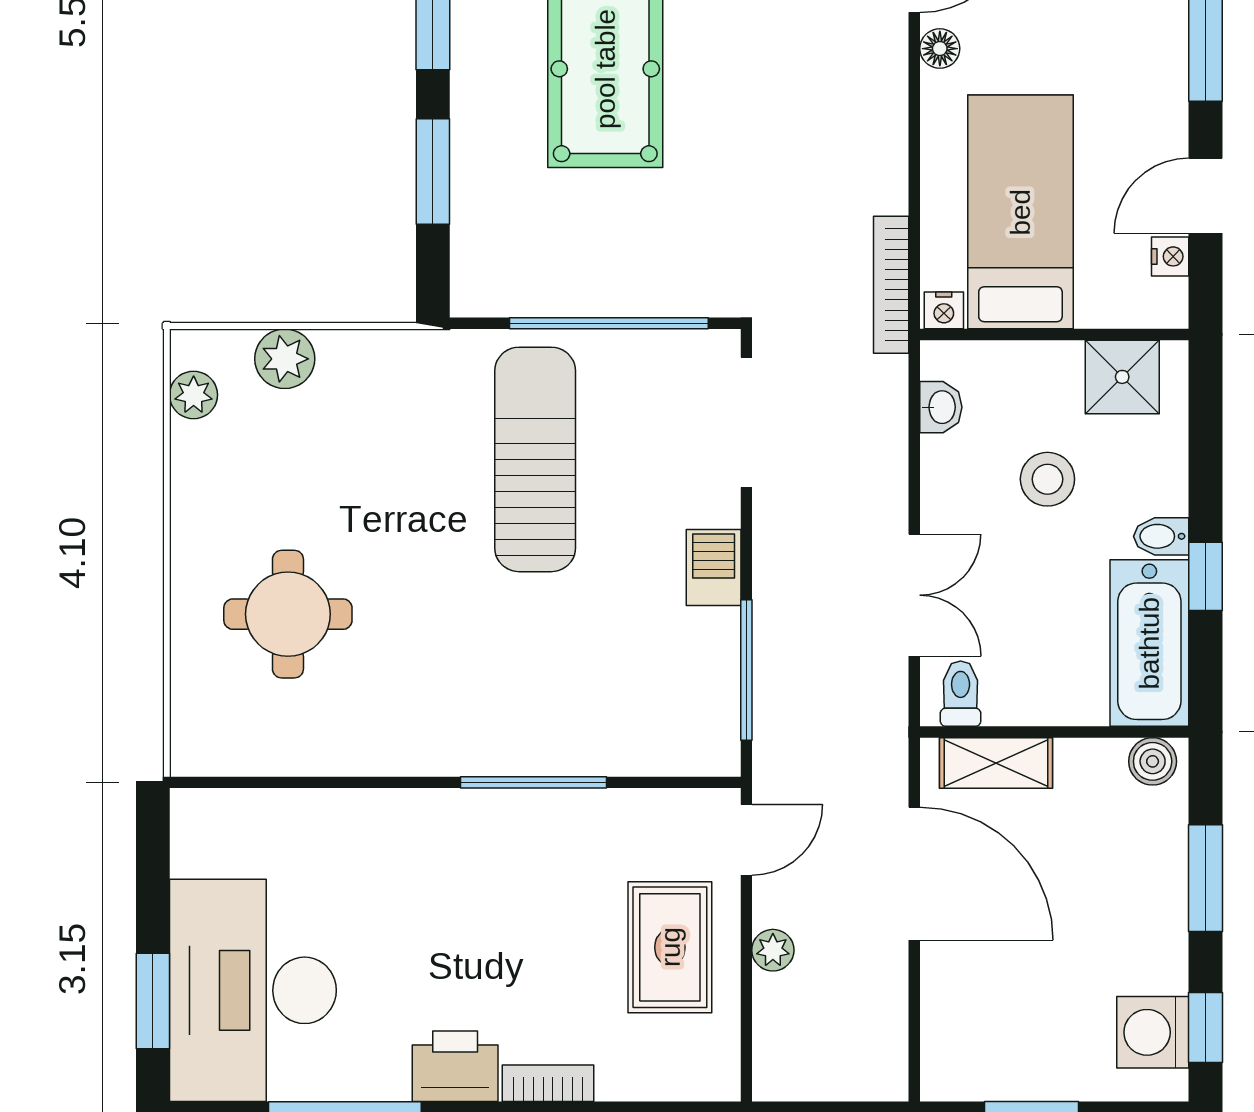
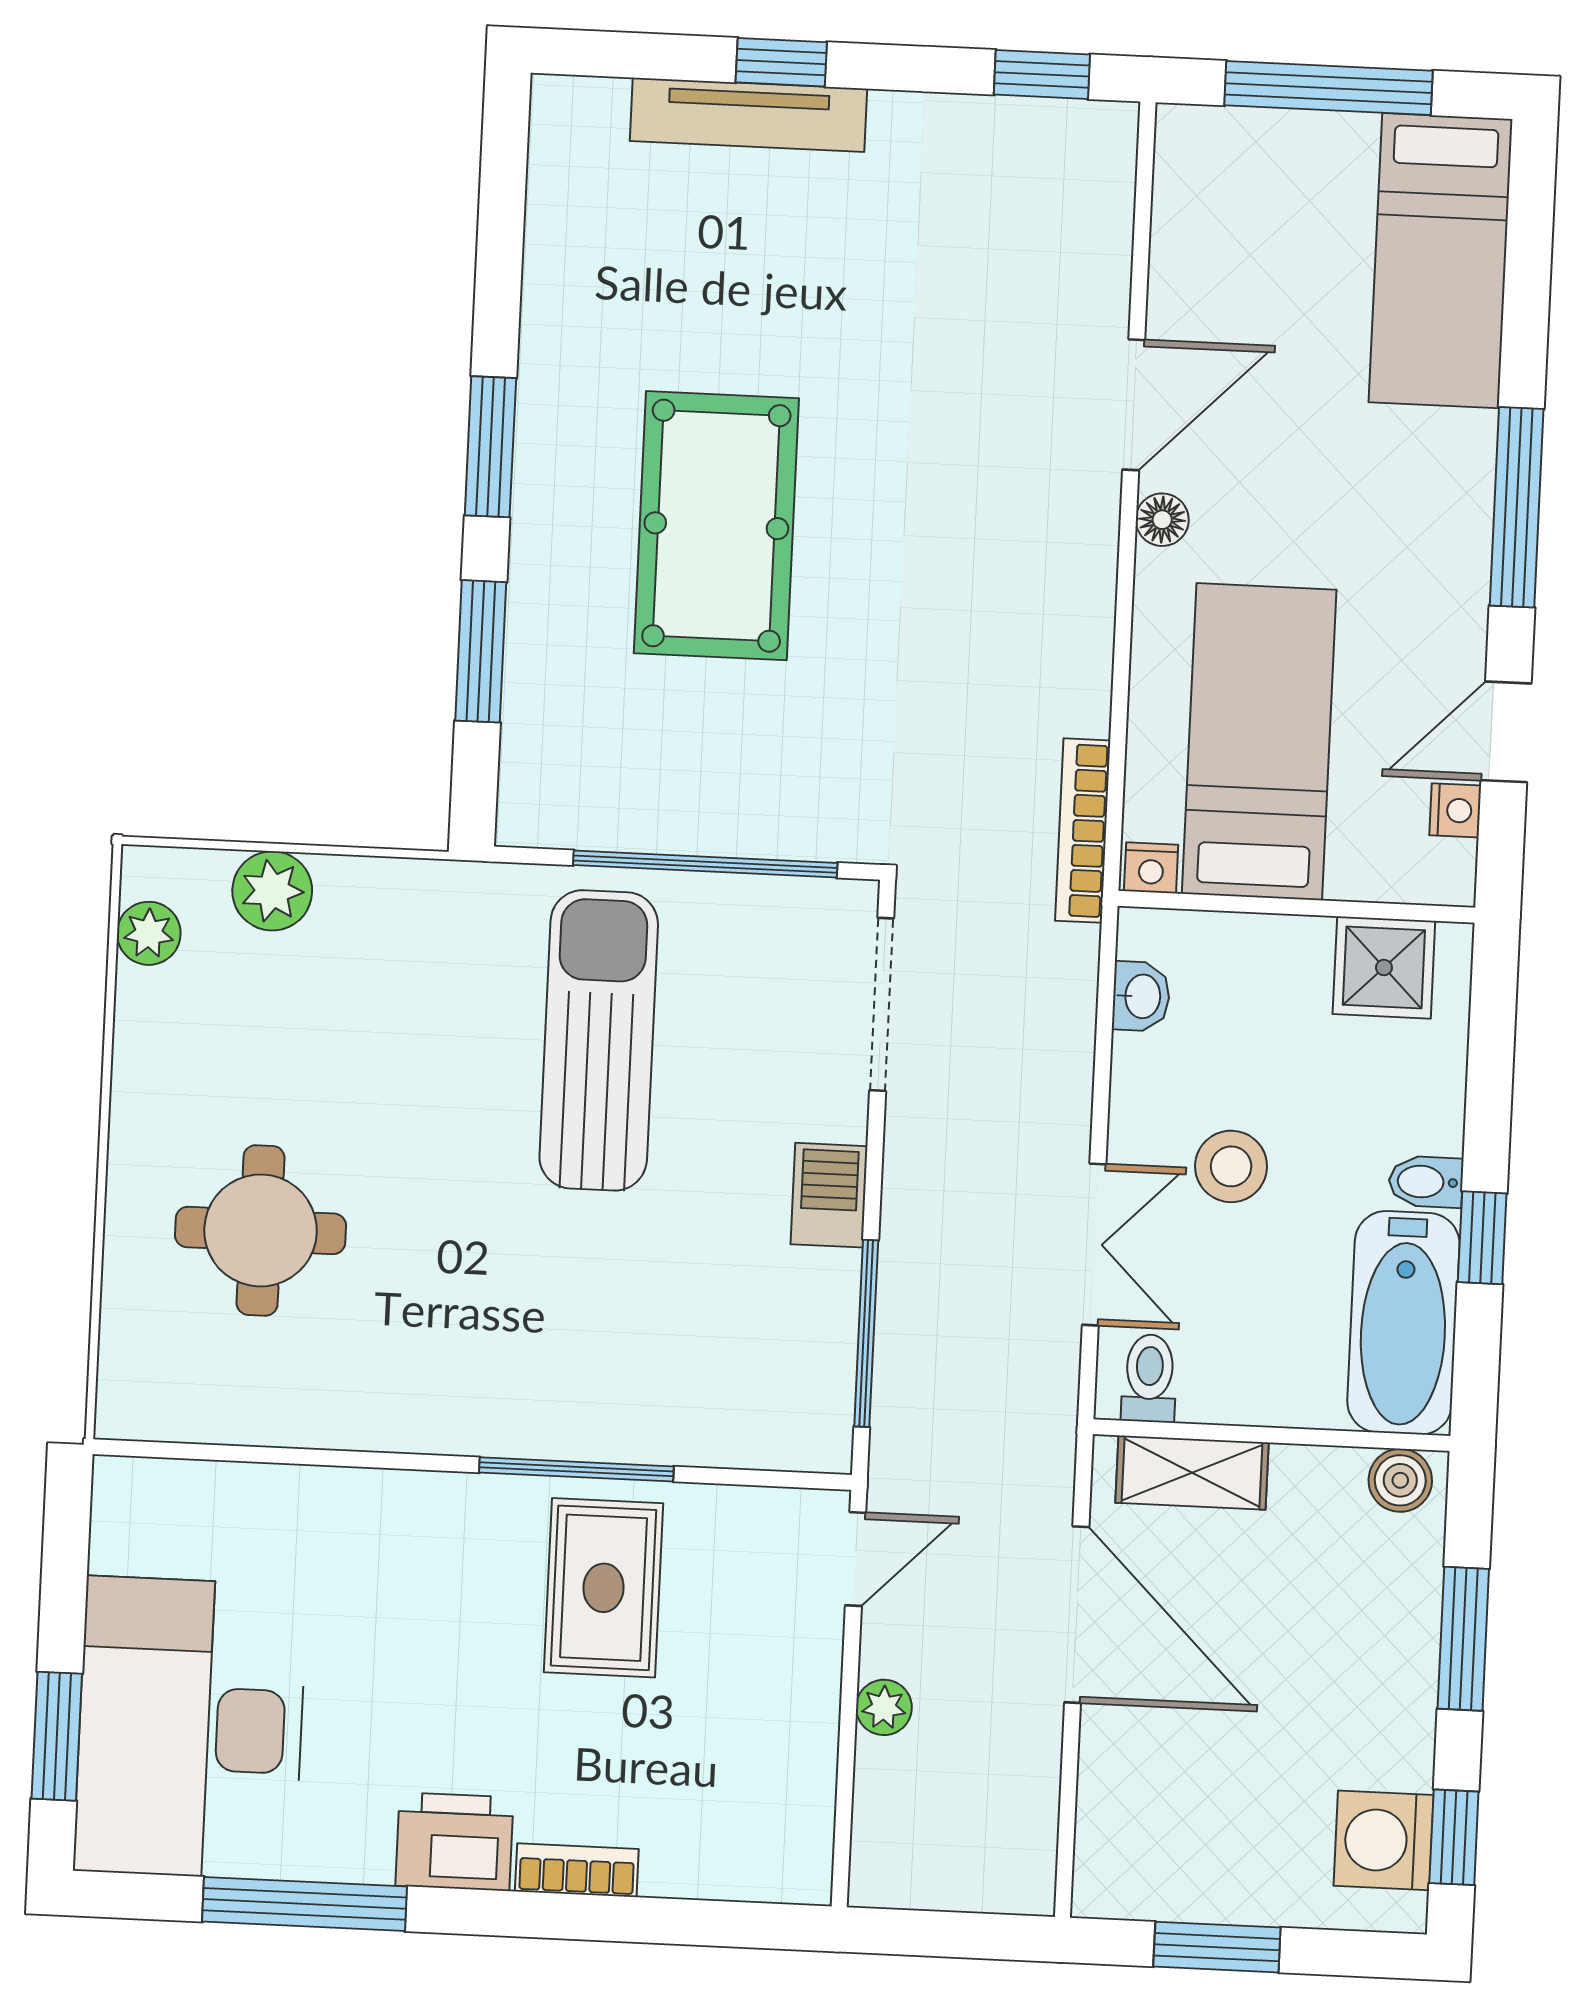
stool: (1047, 479) -> (1231, 1166), moved
rug: (670, 947) -> (604, 1588), moved

